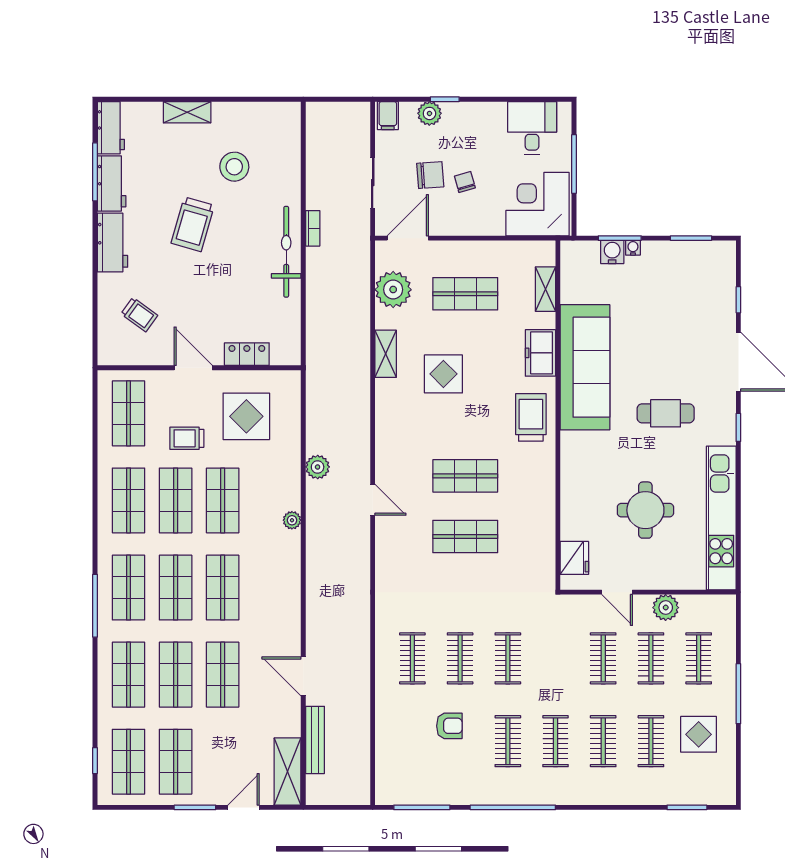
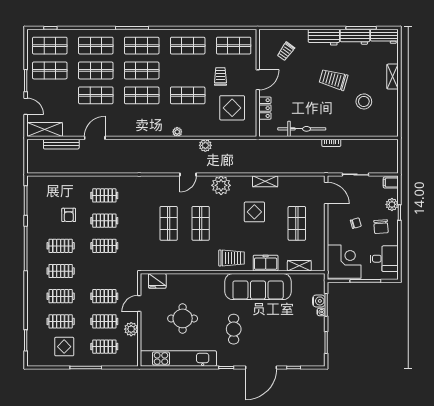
chair: (430, 175) -> (381, 227), moved
bicycle: (286, 252) -> (302, 129), moved
plant: (393, 290) -> (221, 185), moved
shop shelf: (176, 500) -> (188, 70), removed

